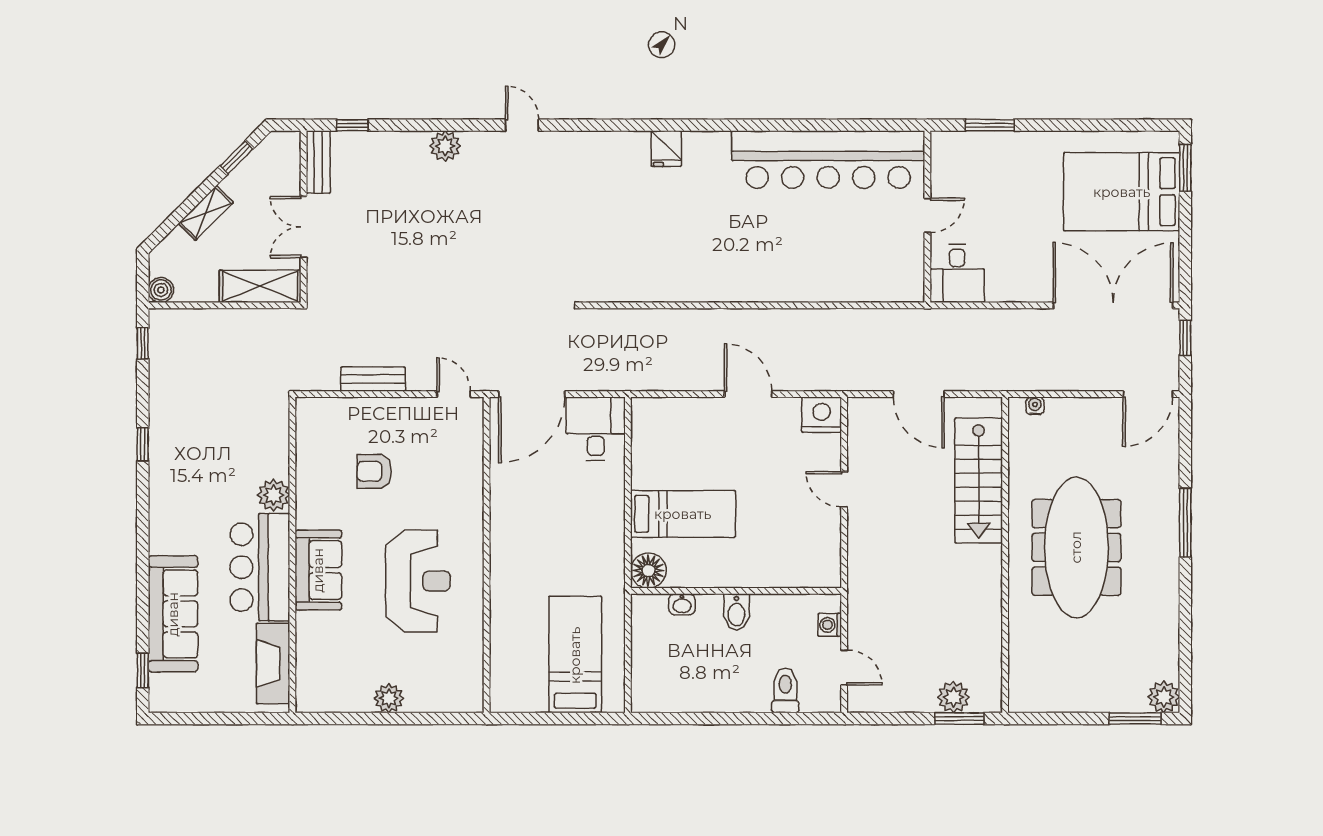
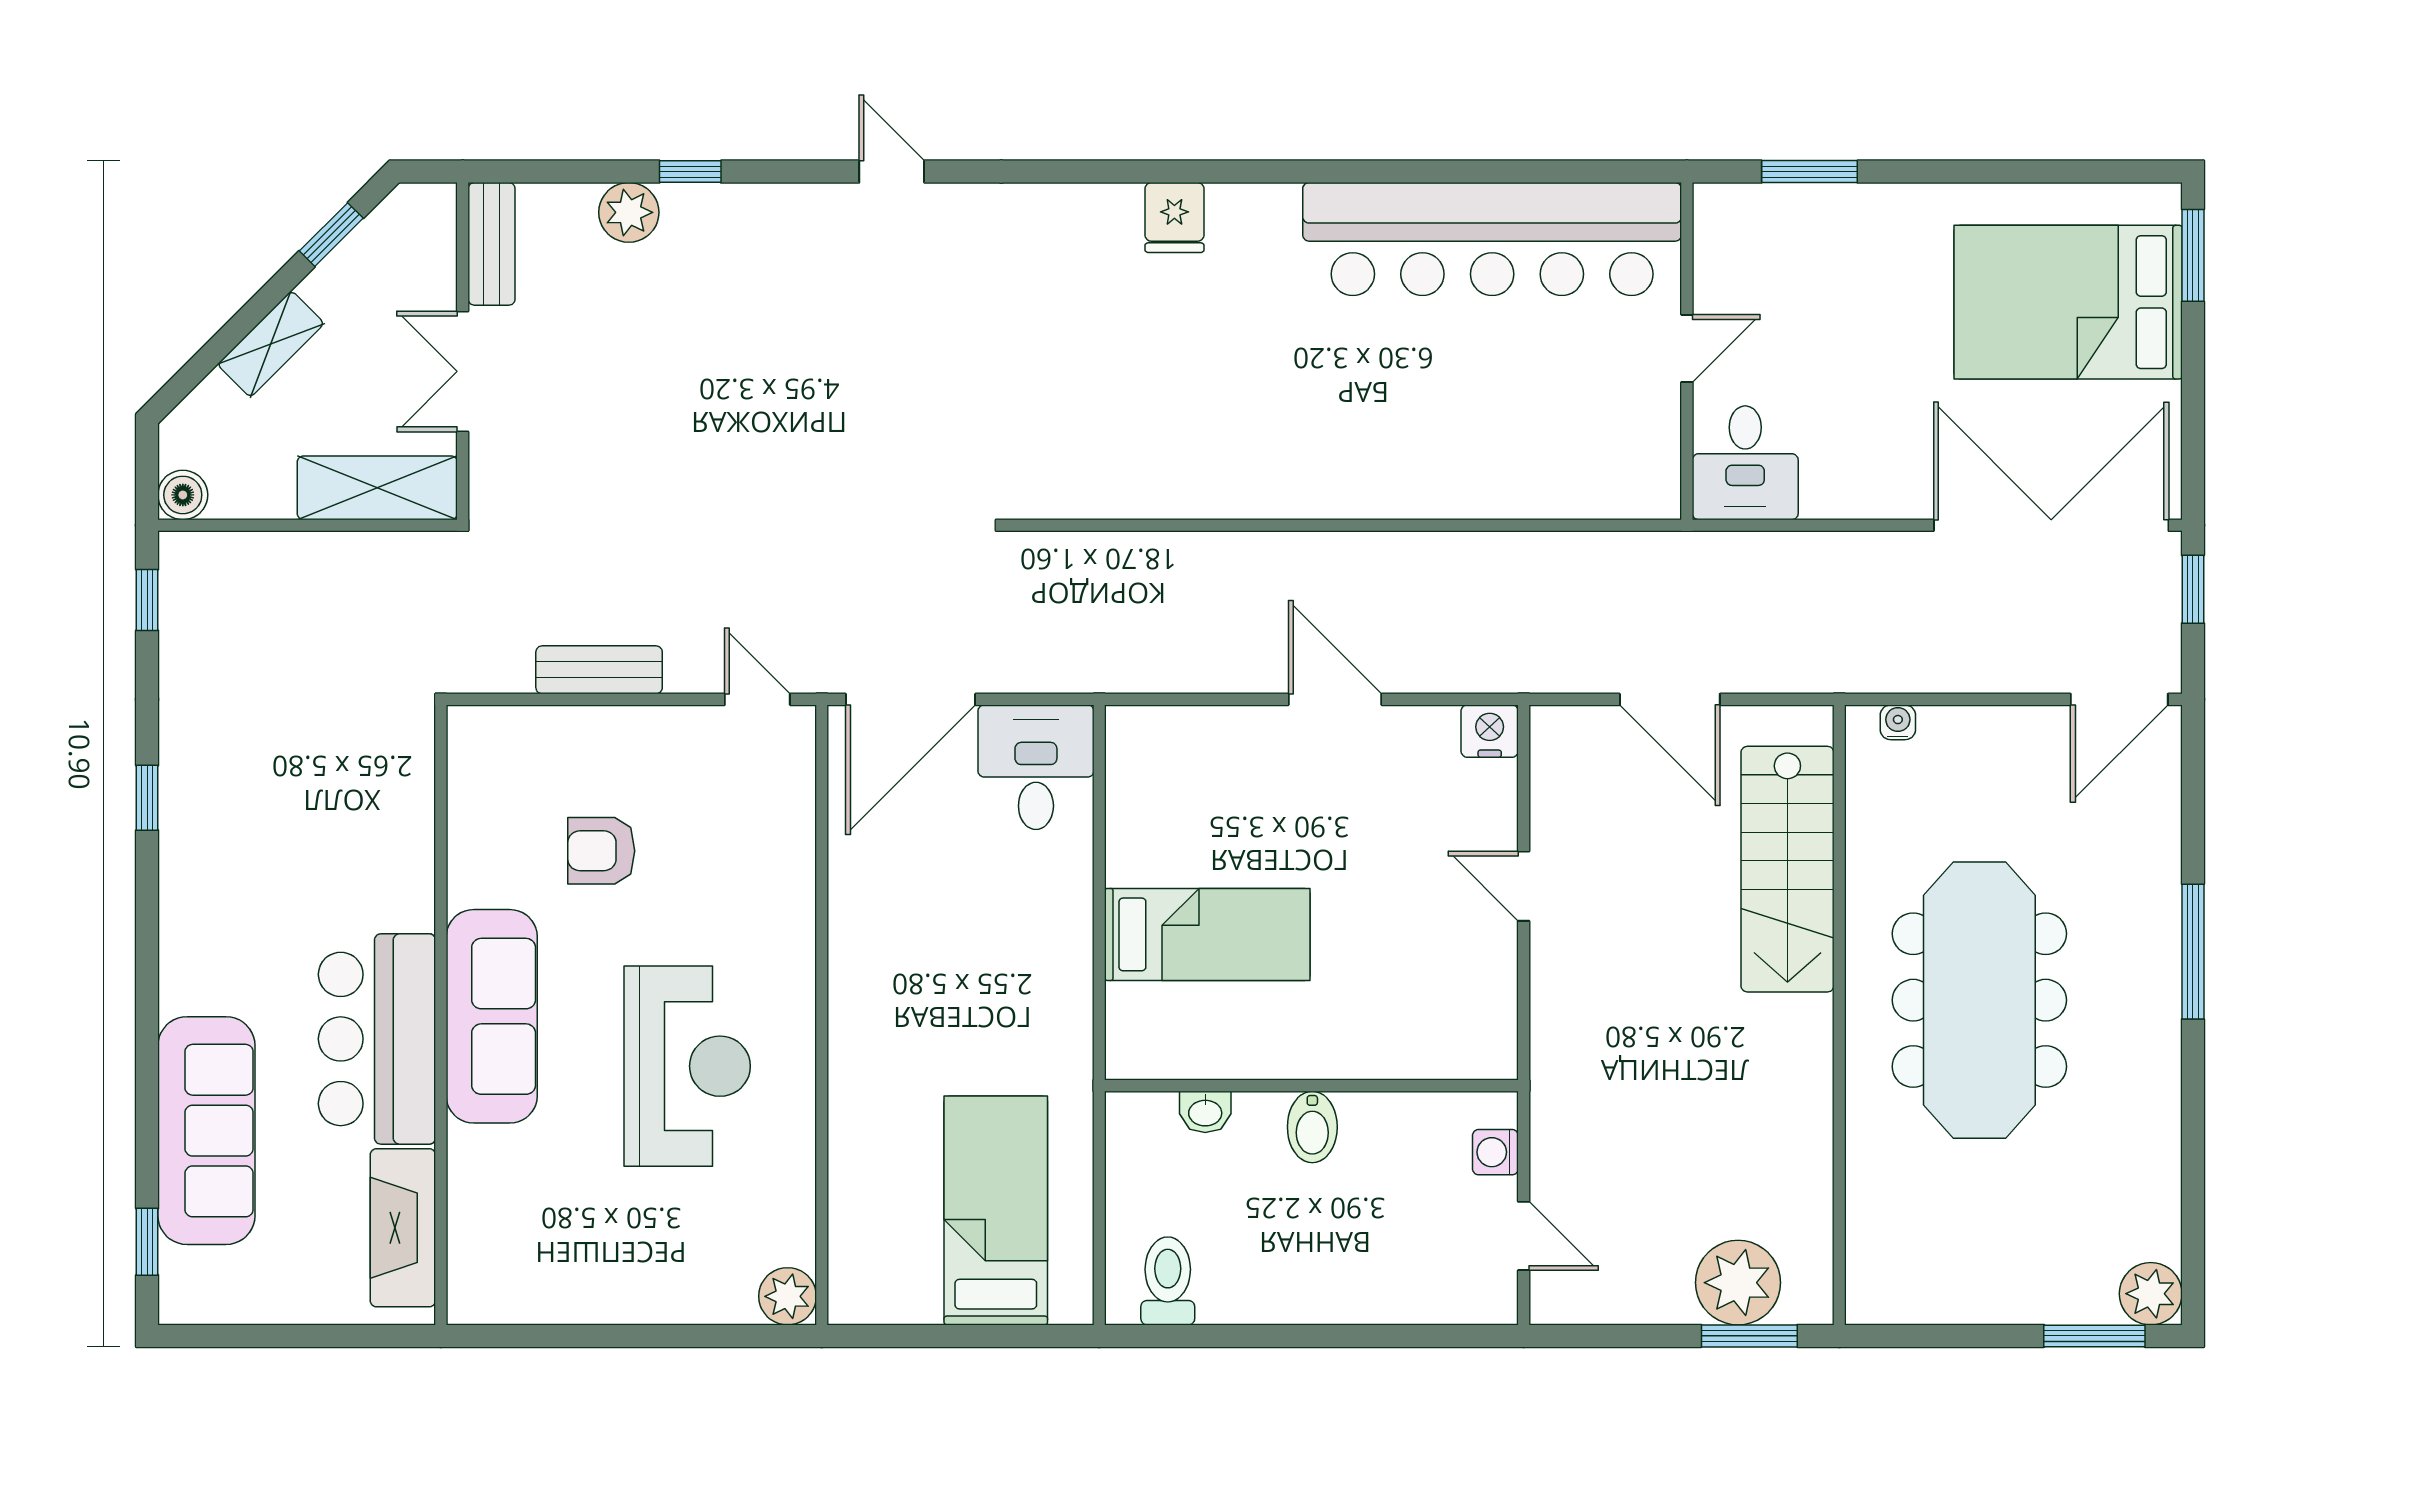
window: (352, 125) -> (690, 172), moved
plant: (445, 146) -> (629, 212), moved
nightstand: (822, 415) -> (1490, 731), width x0.74, depth x0.75
plant: (274, 495) -> (404, 898), removed
sofa: (318, 570) -> (492, 1016), width x1.36
floor lamp: (648, 571) -> (1139, 1046), removed
toilet: (785, 690) -> (1168, 1281), moved
plant: (953, 697) -> (1738, 1283), width x1.36, depth x1.36
plant: (389, 698) -> (788, 1296), moved

